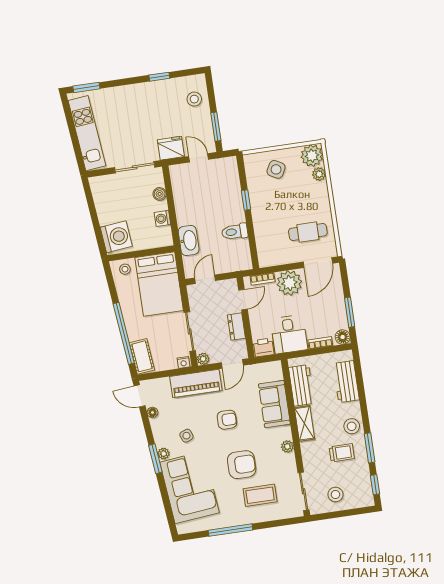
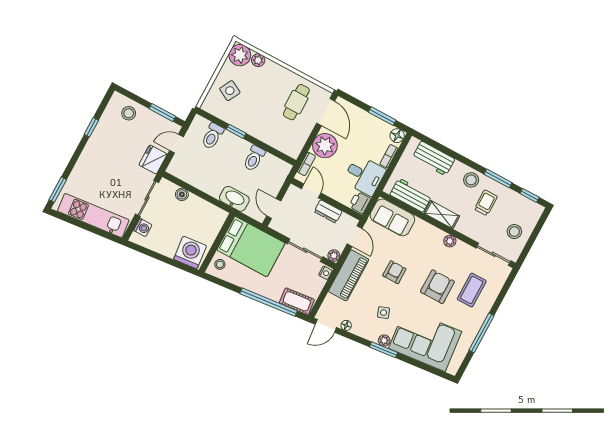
toilet: (227, 183) -> (212, 136), added
washing machine: (162, 218) -> (143, 228), moved, turned -90
sofa: (274, 404) -> (392, 217), moved

